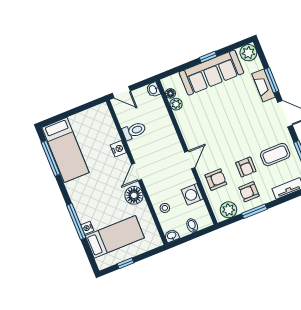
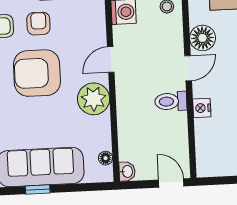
plant: (176, 104) -> (94, 99), moved, width x1.88, depth x1.88
toilet: (134, 131) -> (171, 101), moved
armchair: (216, 180) -> (37, 73), moved, width x1.88, depth x1.88

